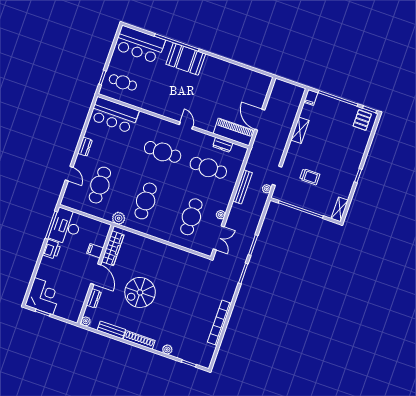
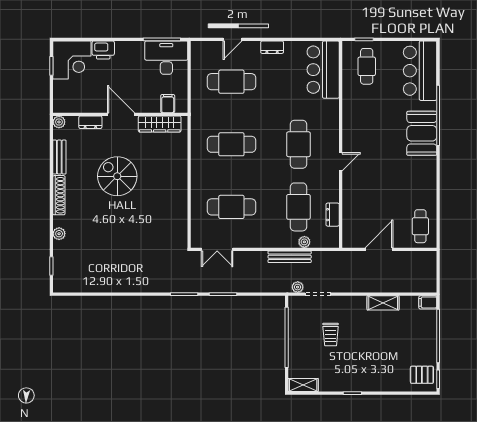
cafe table: (253, 84) -> (420, 226), added
piano: (234, 132) -> (353, 223), removed
plant: (221, 215) -> (304, 242), moved
plant: (119, 218) -> (199, 119), removed
printer: (52, 249) -> (103, 50), moved
filing cabinet: (95, 251) -> (168, 104), moved
door: (96, 274) -> (121, 114), swing flipped
bookcase: (220, 323) -> (114, 286), removed

